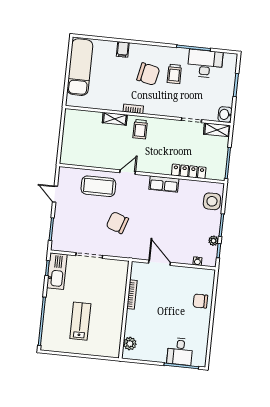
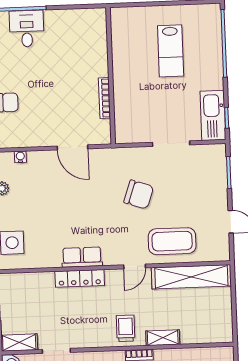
shelving: (88, 159) -> (191, 277), added
locker: (189, 171) -> (80, 278), moved
plant: (130, 344) -> (98, 30), removed

